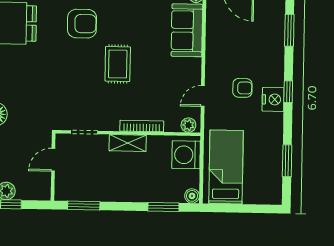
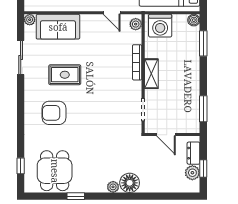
armchair: (82, 24) -> (54, 113), turned -90
rug: (118, 64) -> (65, 75), moved
dresser: (30, 193) -> (193, 153), added

